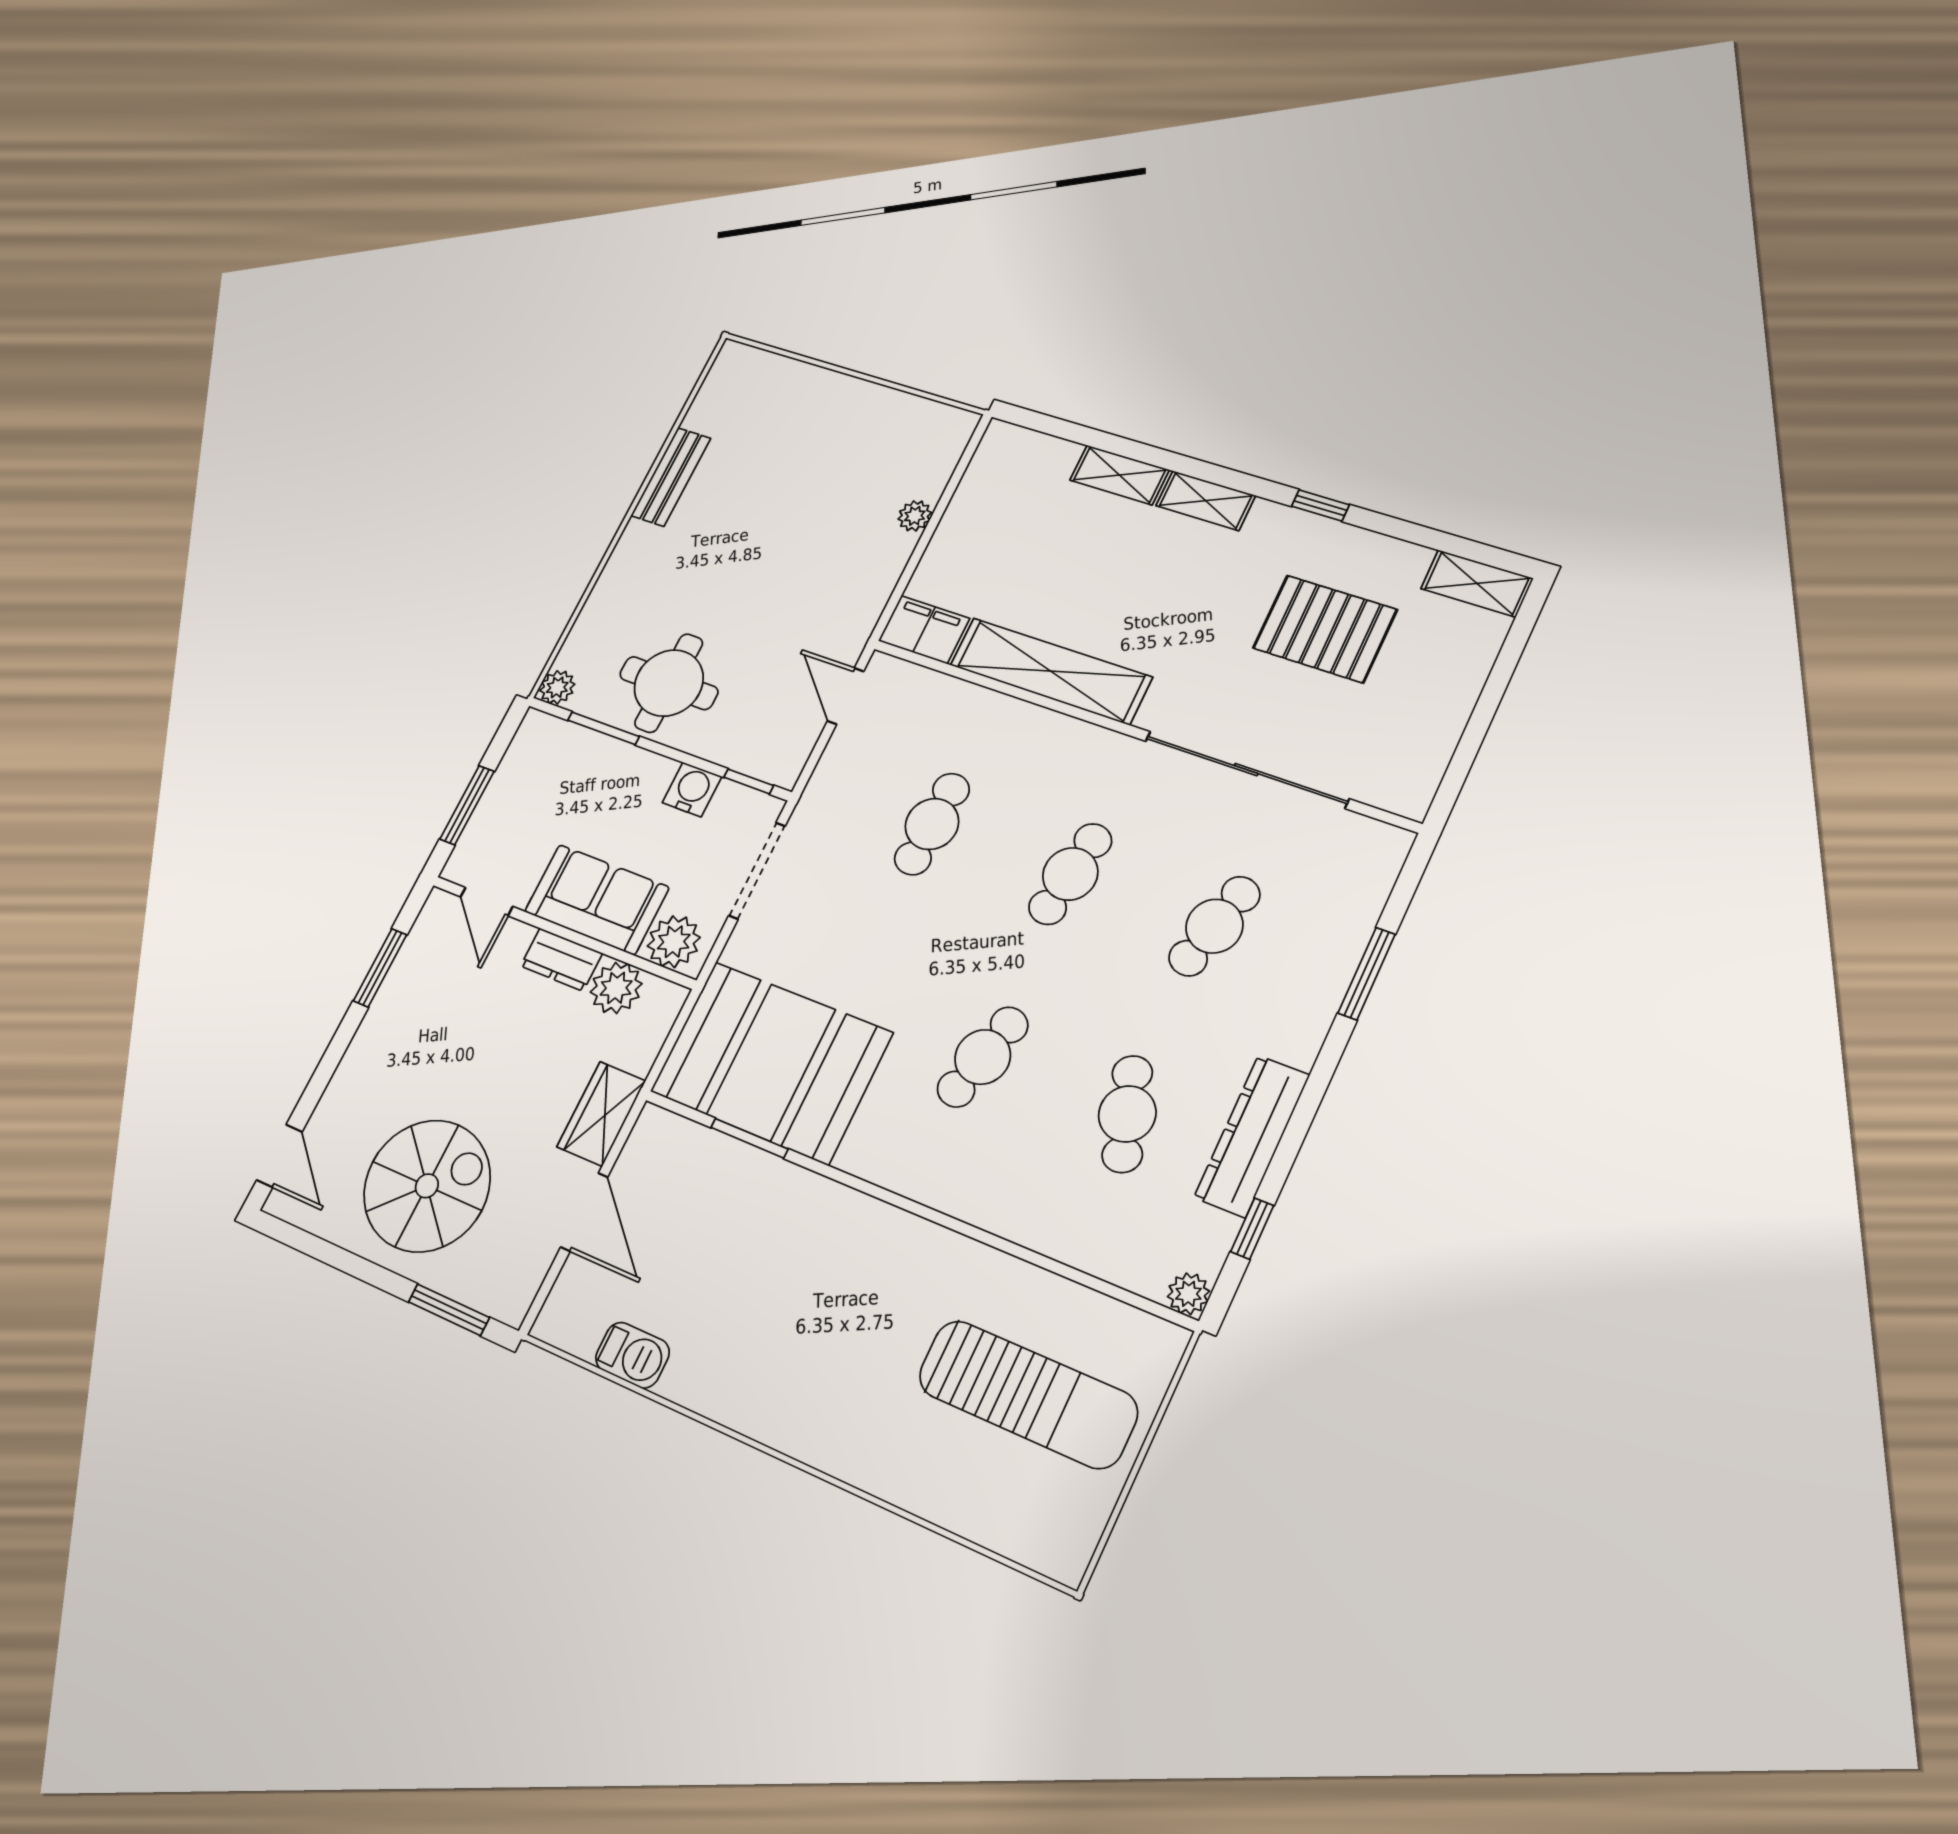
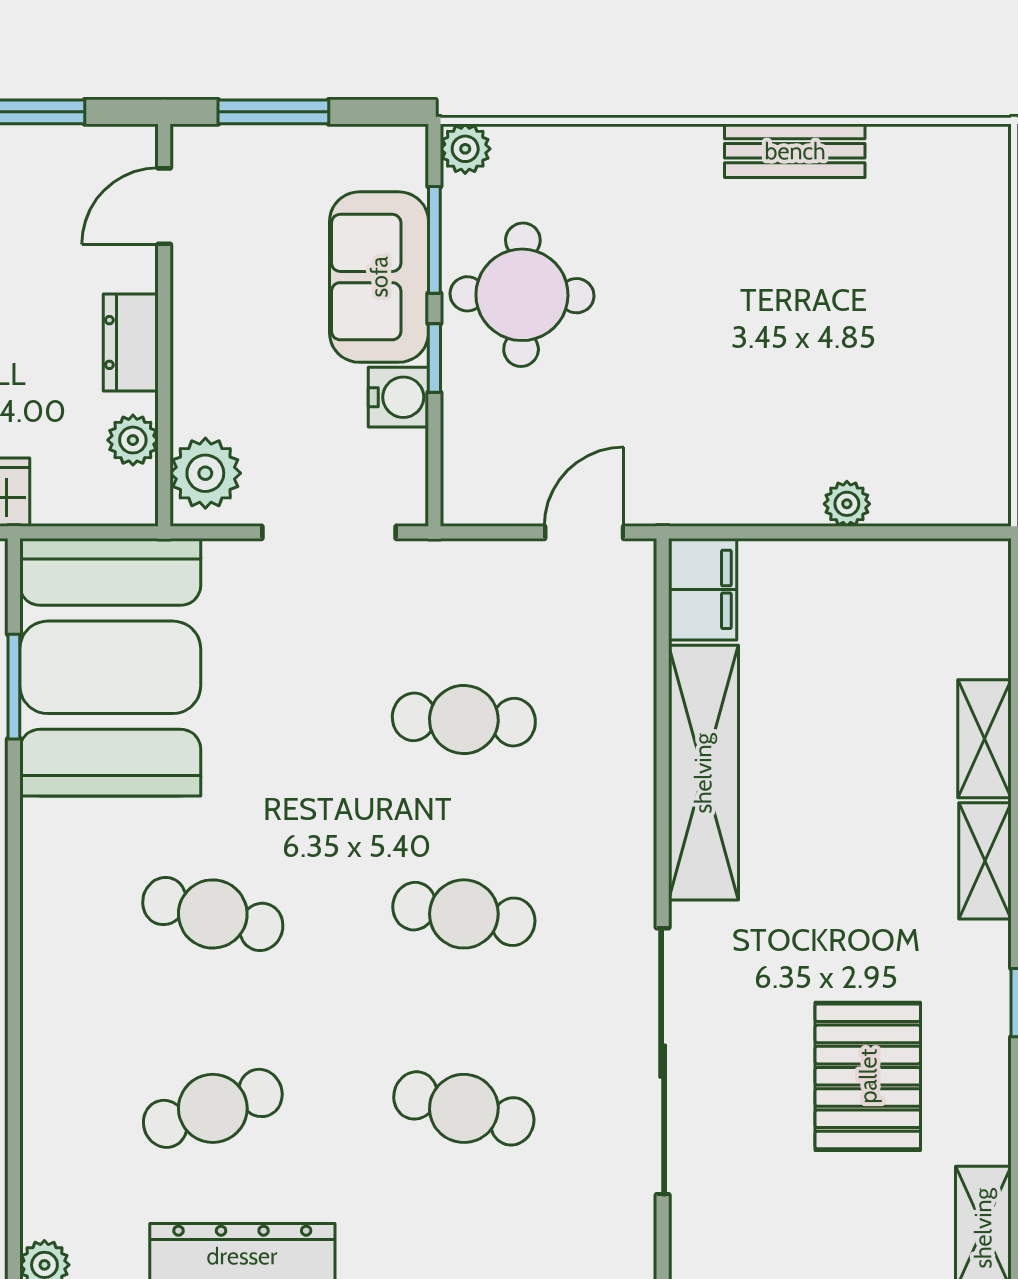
window: (749, 781) -> (434, 358), moved
sofa: (597, 900) -> (379, 277), moved, turned 180
plant: (616, 988) -> (133, 440), width x0.73, depth x0.73

